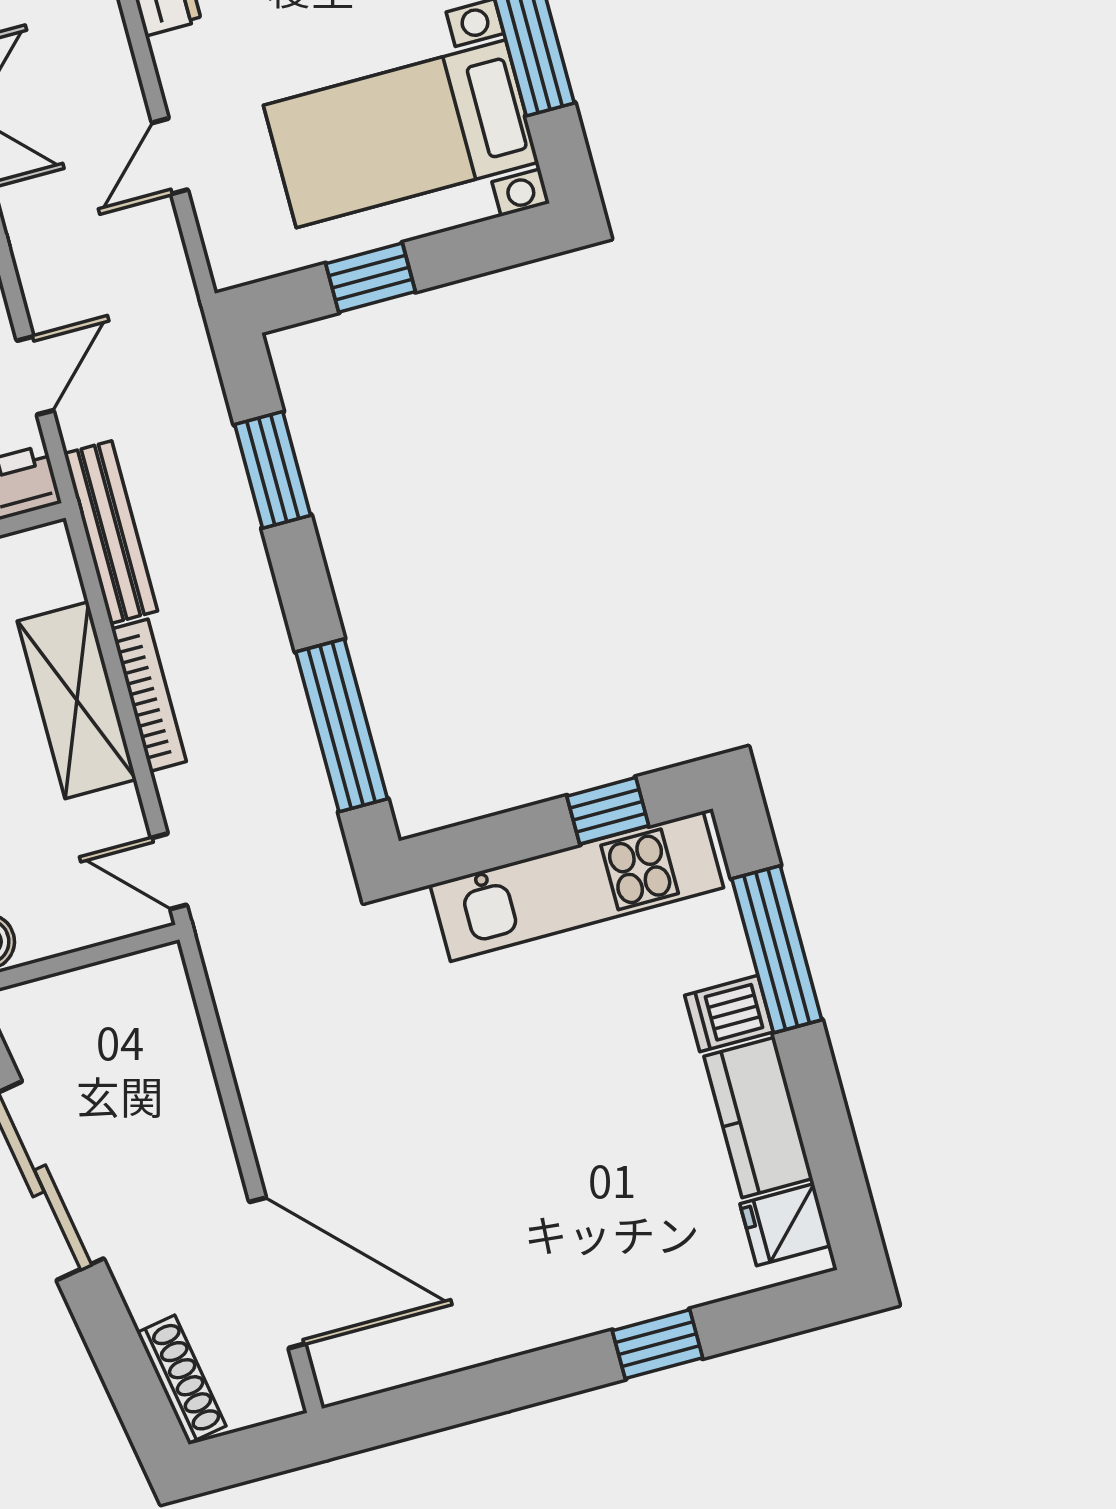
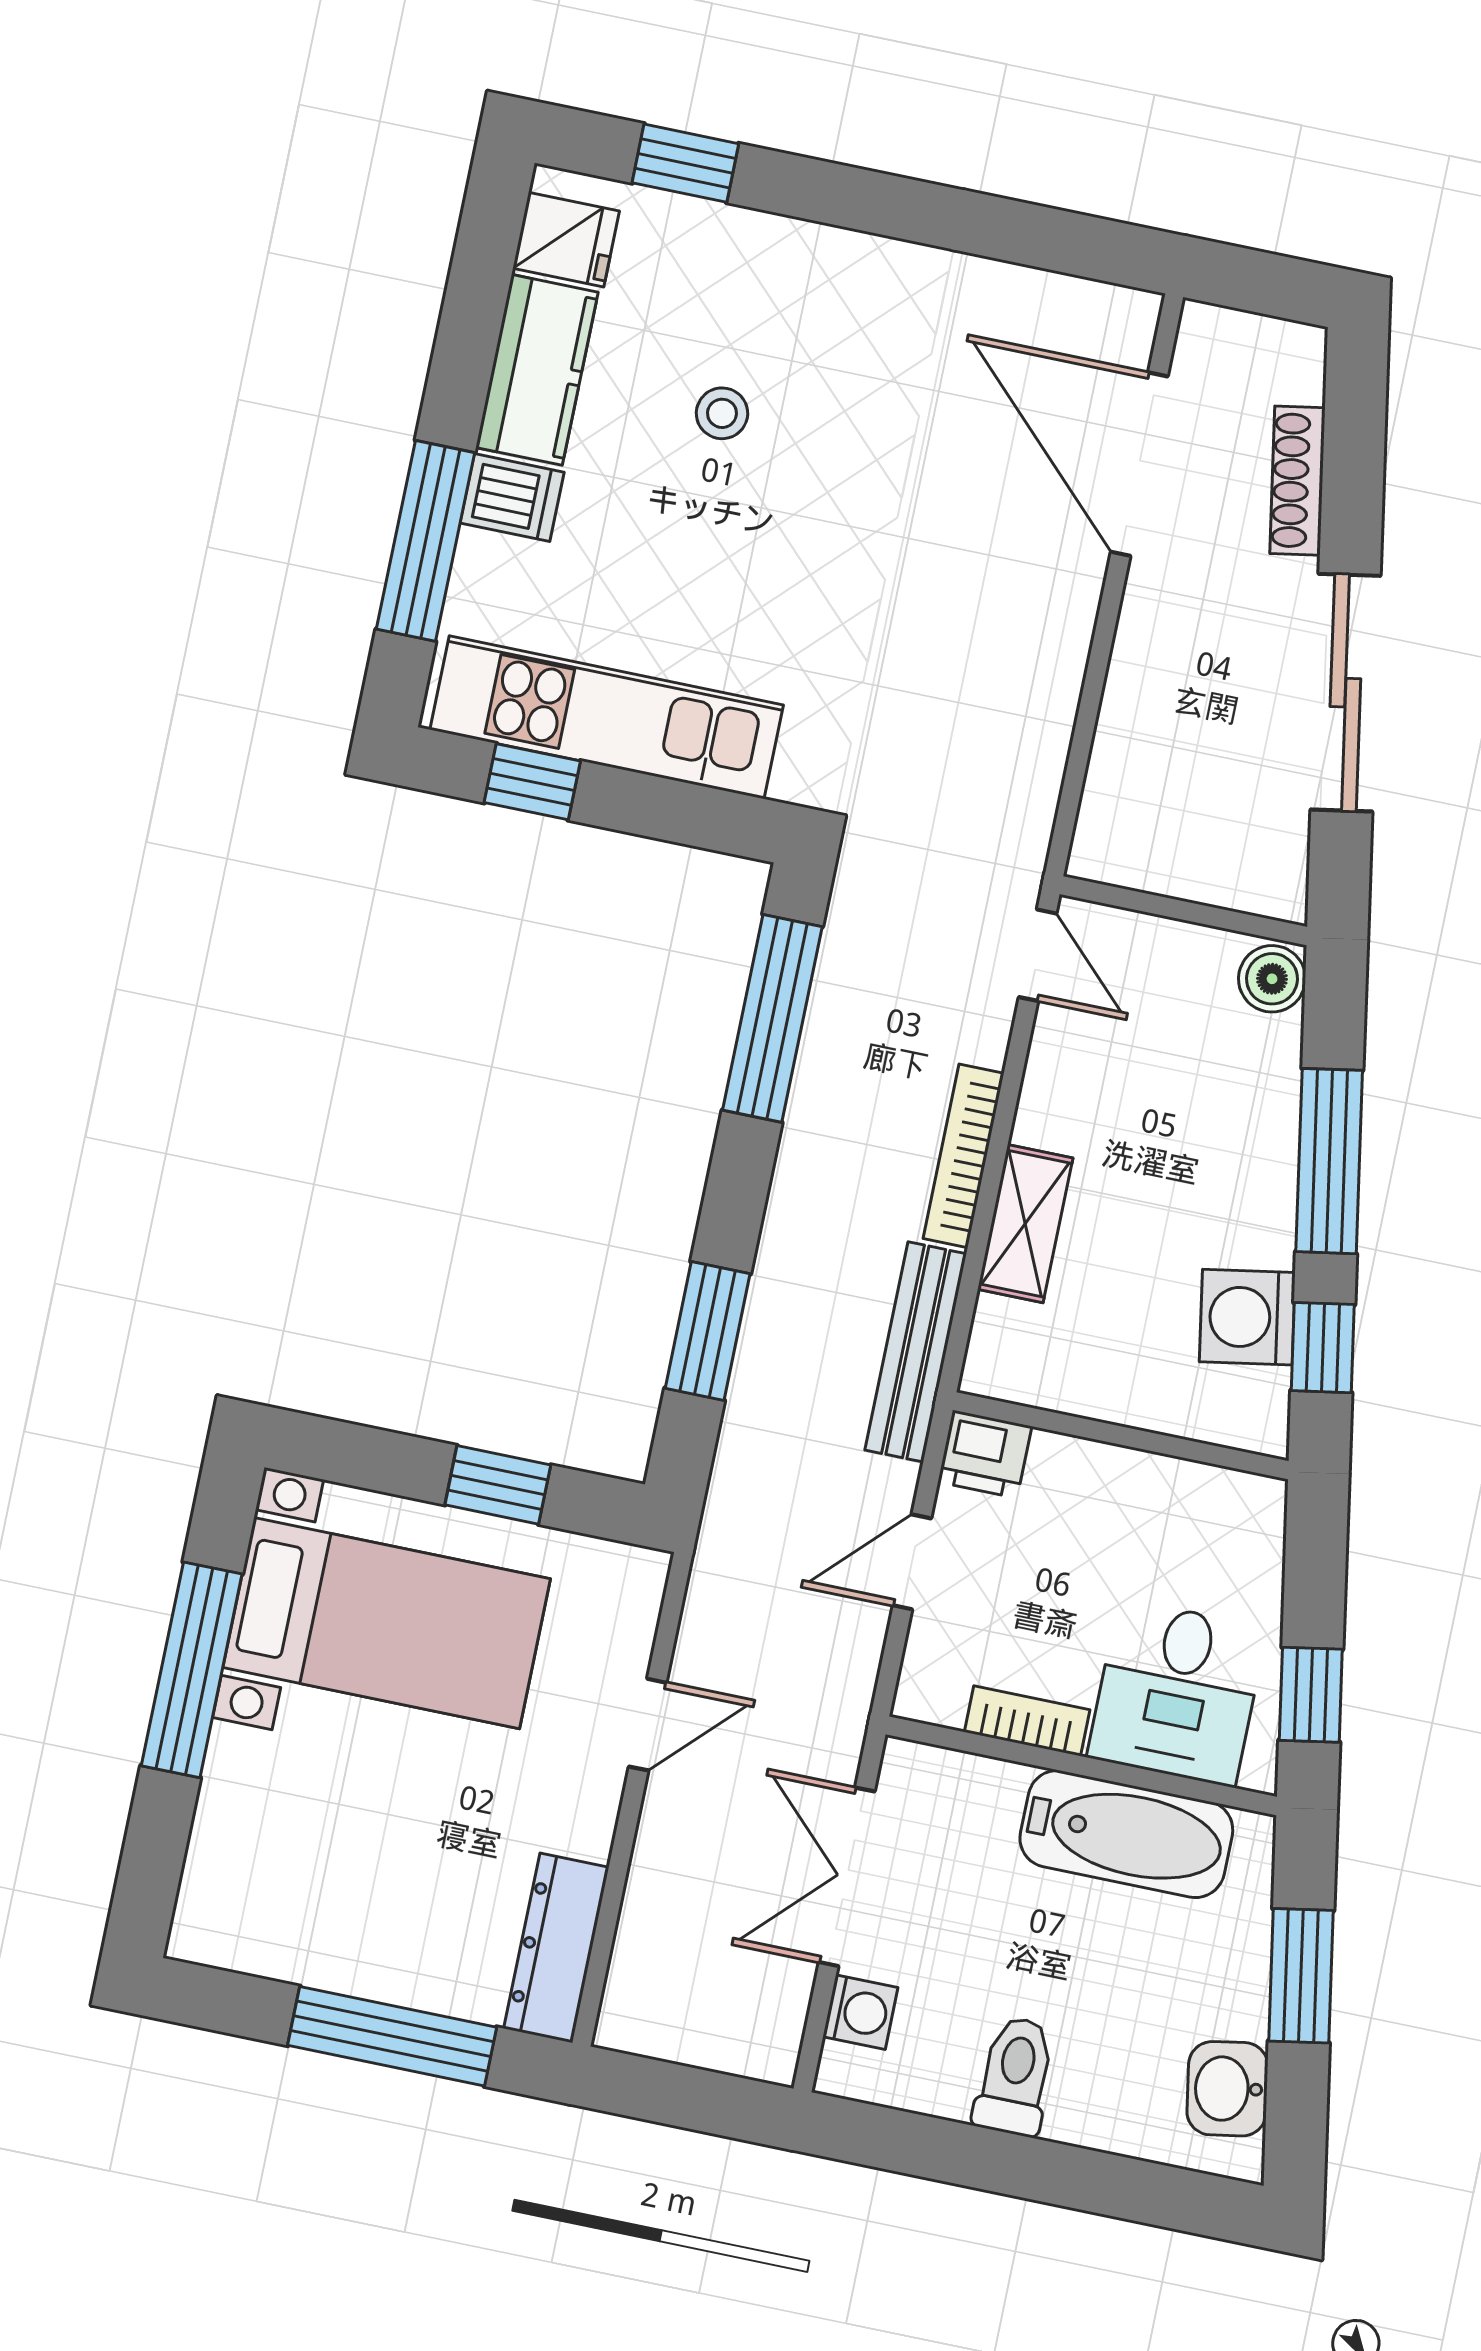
shelving: (77, 700) -> (1025, 1224), width x0.67, depth x0.75
stool: (605, 1154) -> (722, 413), added
window: (657, 1344) -> (685, 163), moved
shoe rack: (182, 1379) -> (1298, 481), moved

